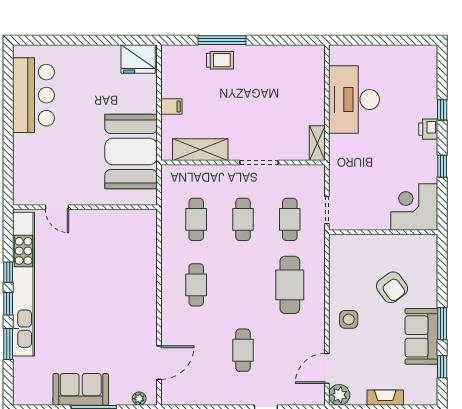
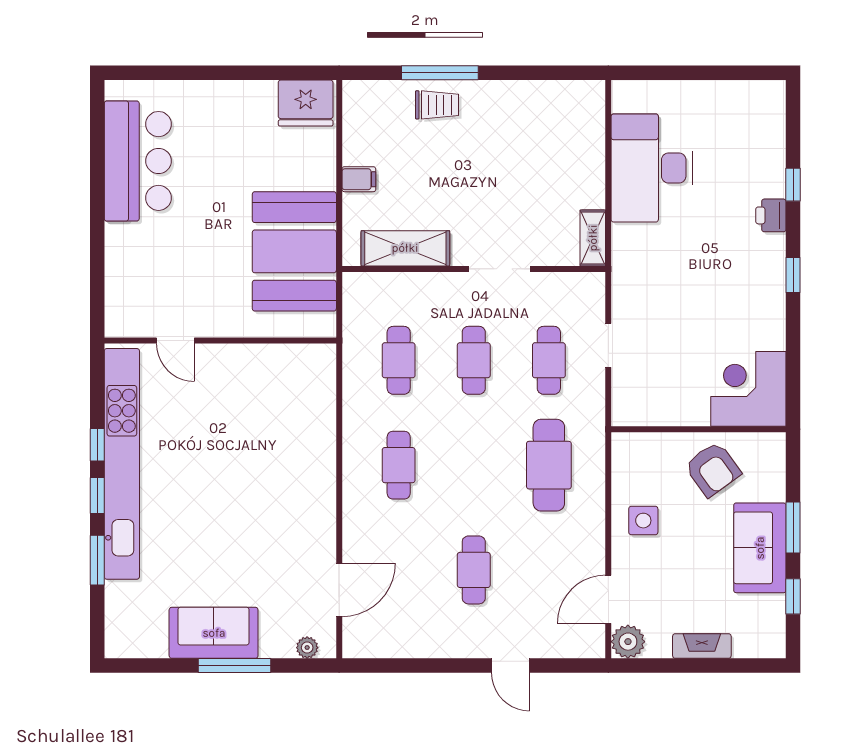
corner desk: (414, 207) -> (748, 389), moved
wall: (383, 232) -> (699, 429), moved

